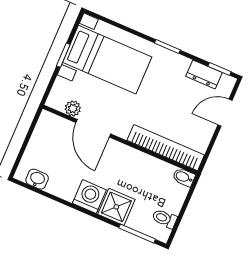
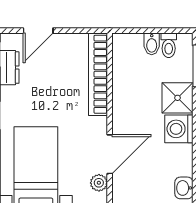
door: (225, 113) -> (38, 31), hinge flipped
bidet: (184, 177) -> (152, 44), moved

